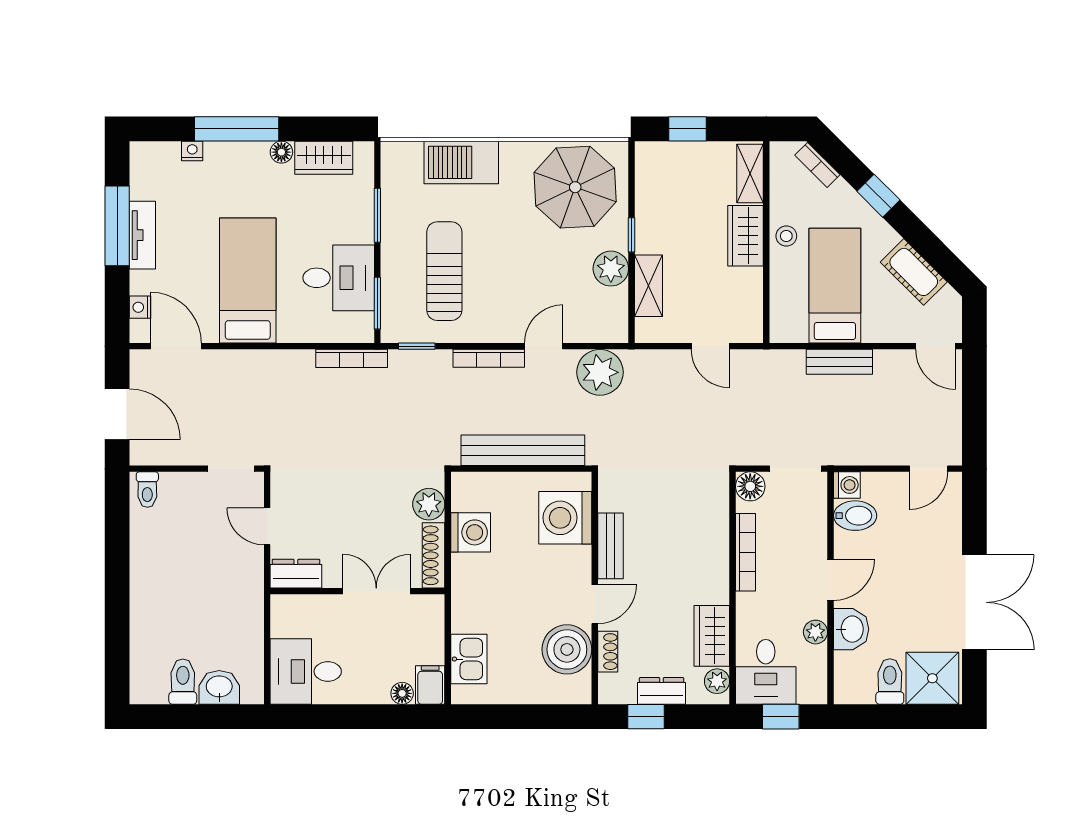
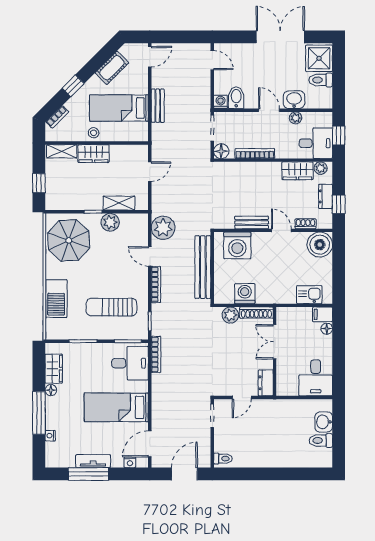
desk: (339, 278) -> (130, 363), moved, turned 90
boiler: (567, 649) -> (320, 245), moved

